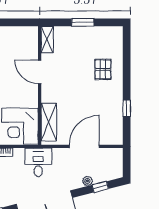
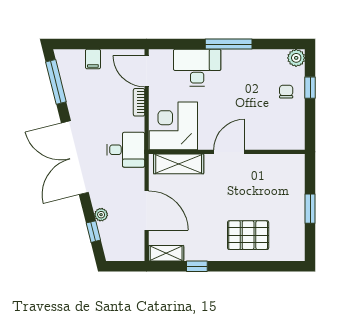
shelving: (47, 39) -> (166, 253), moved
pallet: (103, 69) -> (248, 235), width x1.50, depth x1.42
door: (40, 72) -> (229, 152), moved

